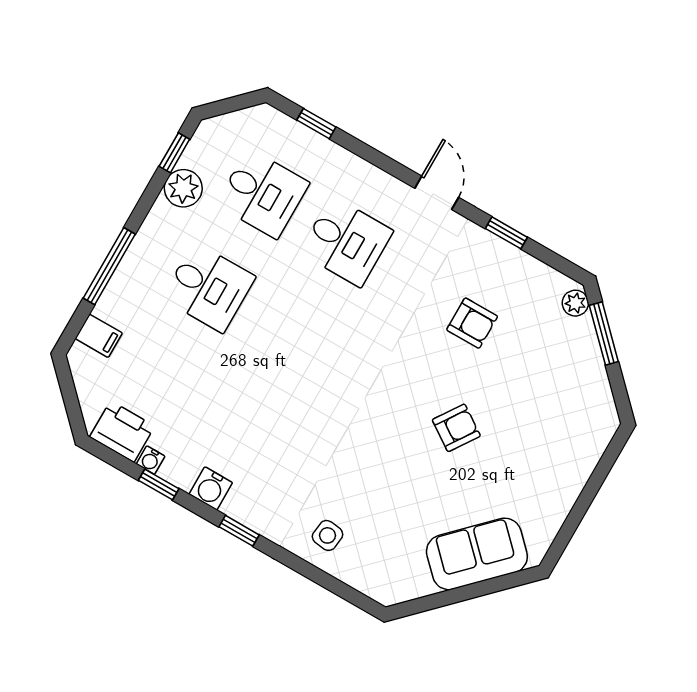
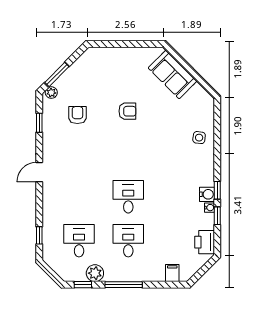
window: (506, 233) -> (39, 123), moved
desk: (346, 242) -> (128, 197), moved
window: (109, 266) -> (124, 285), moved
armchair: (472, 323) -> (77, 115), moved
armchair: (456, 428) -> (127, 111), turned 146
water cooler: (151, 460) -> (209, 208), moved
window: (239, 531) -> (217, 190), moved

